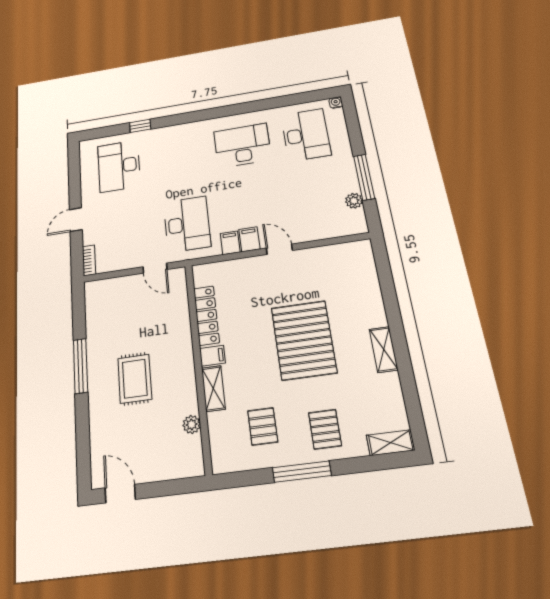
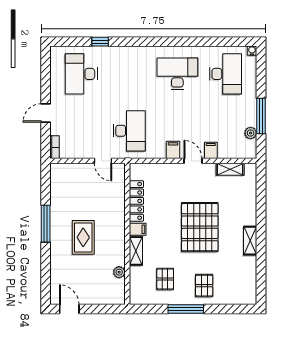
filing cabinet: (230, 243) -> (211, 150), moved
shelving: (391, 443) -> (230, 169), moved

